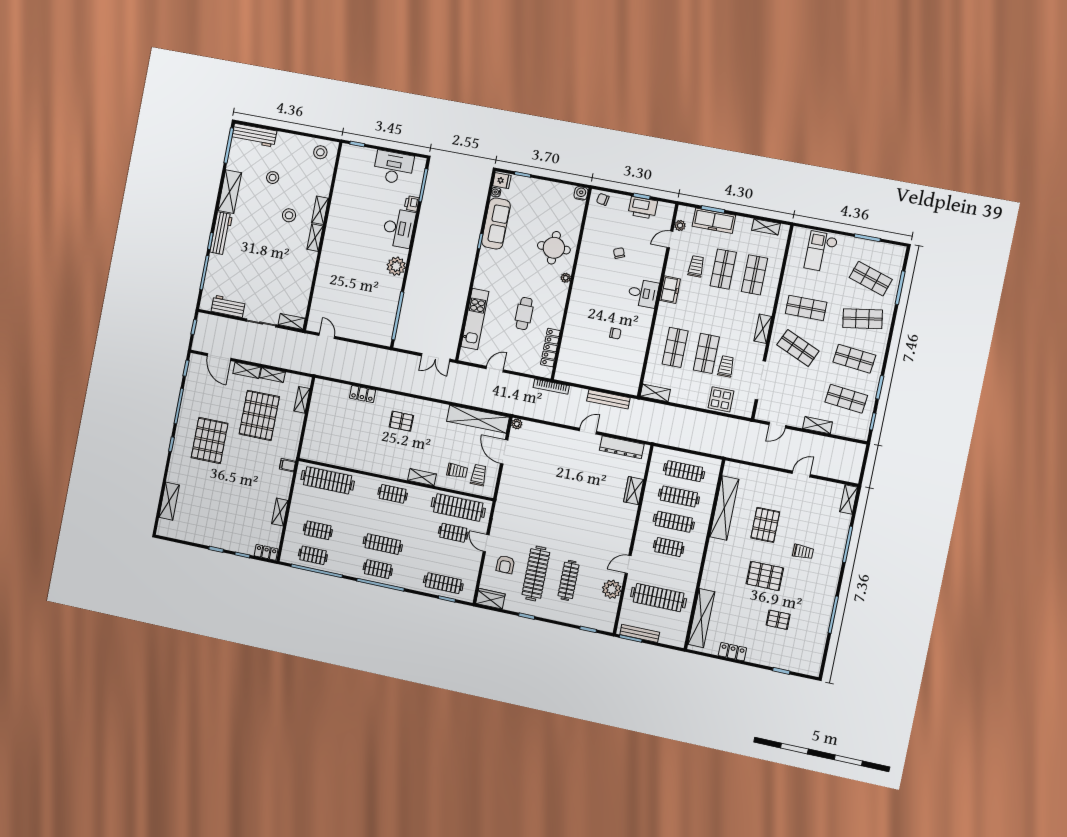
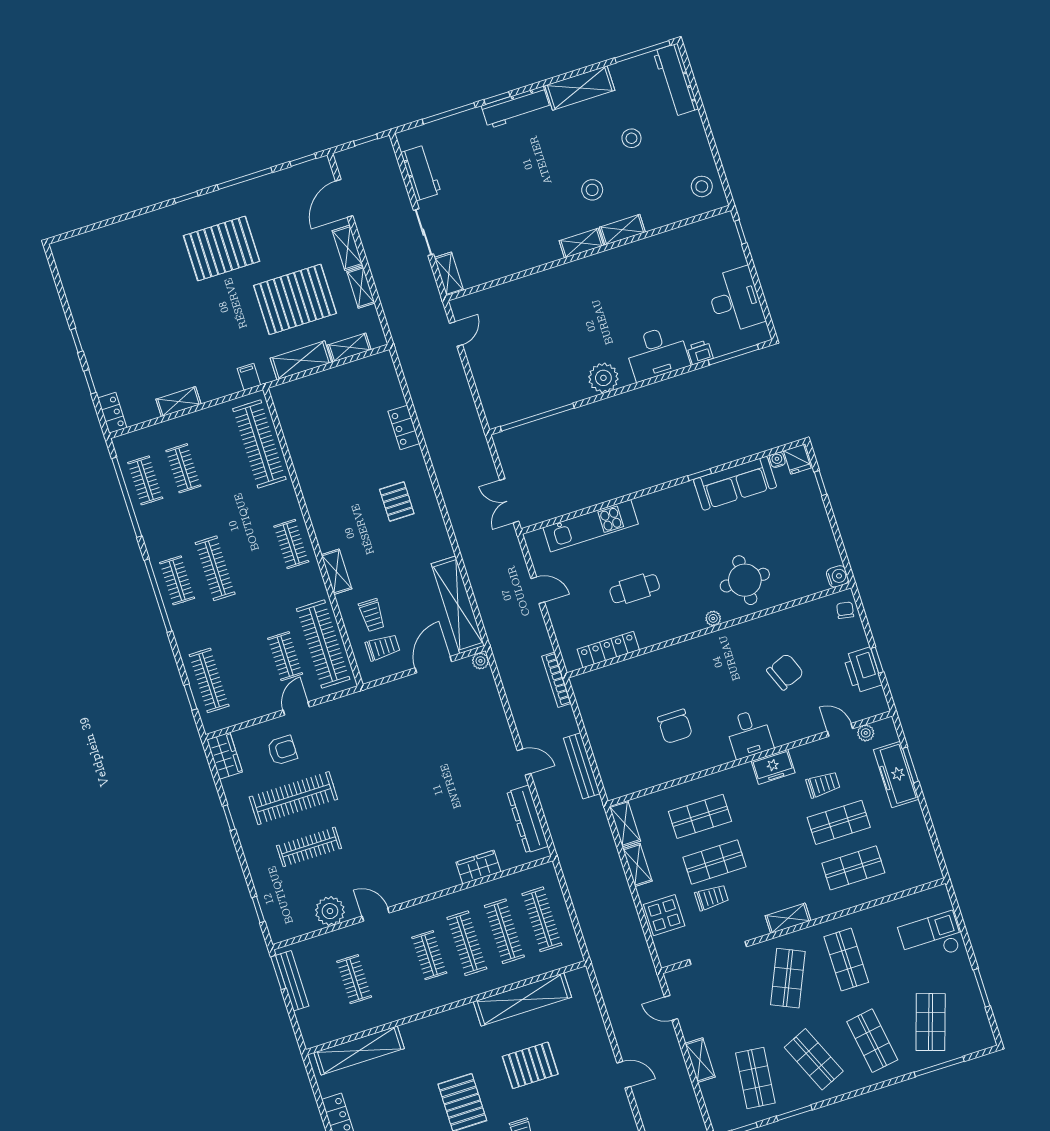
shelving: (766, 227) -> (637, 865), moved
chair: (619, 253) -> (785, 672), width x1.87, depth x1.87
chair: (615, 333) -> (675, 726), width x1.87, depth x1.87
shop shelf: (854, 359) -> (814, 1059), turned -30
shelving: (169, 501) -> (301, 360), moved
armchair: (505, 564) -> (282, 750), turned 180
clothes rail: (659, 598) -> (354, 979), width x0.54, depth x0.76

